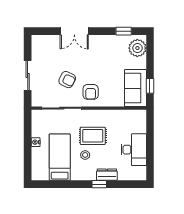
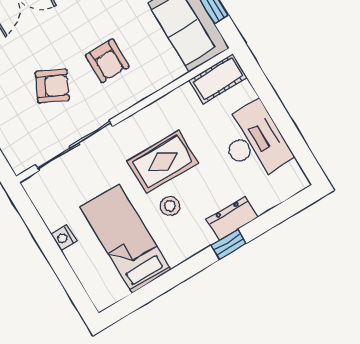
armchair: (91, 92) -> (107, 61), moved
cot: (134, 116) -> (218, 79), added

